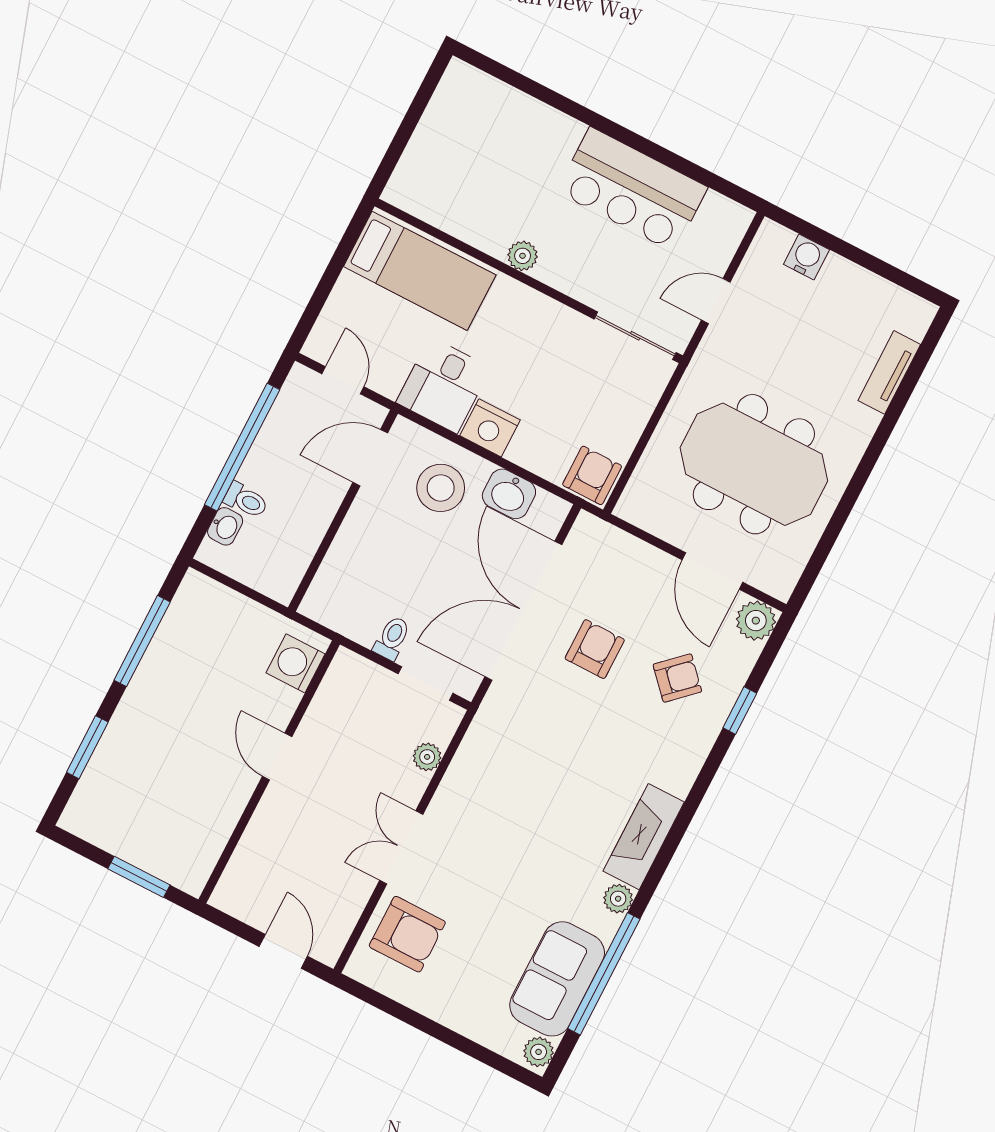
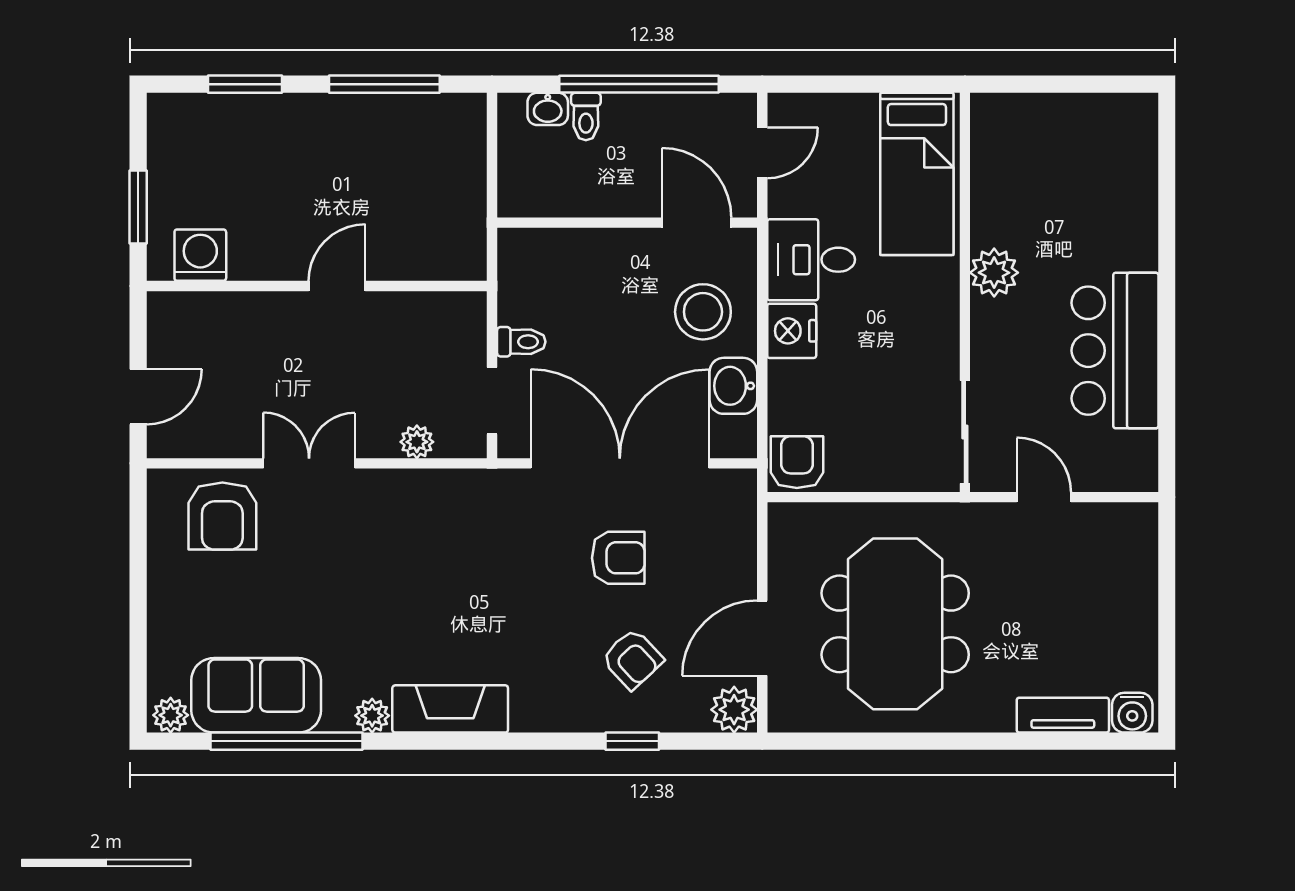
plant: (523, 256) -> (994, 273), width x1.38, depth x1.38
water cooler: (806, 257) -> (1132, 713), moved, turned 90
armchair: (592, 475) -> (797, 462), turned -90
washing machine: (295, 663) -> (200, 255), moved

